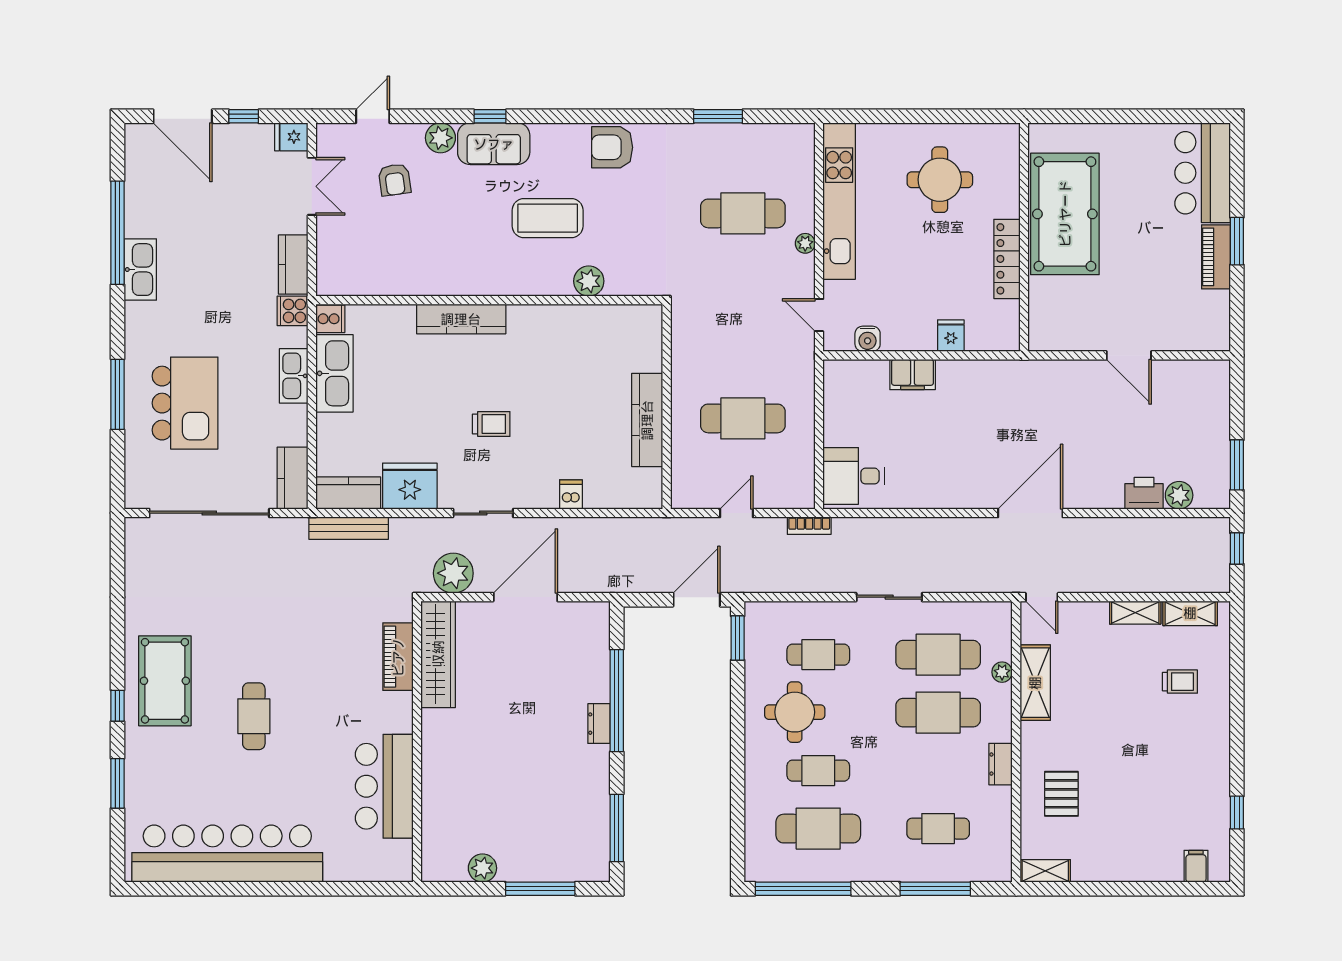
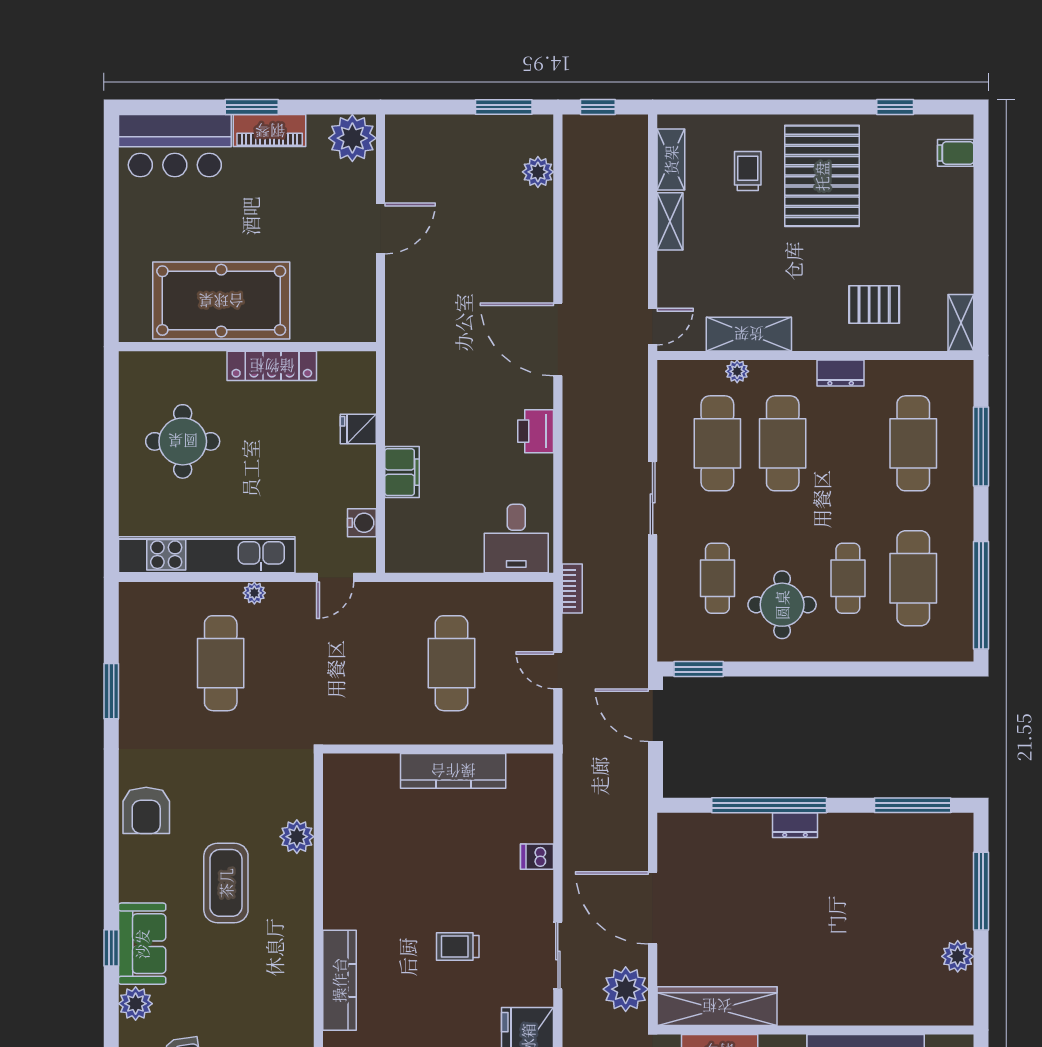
plant: (1209, 330) -> (352, 138), added
trolley: (491, 424) -> (458, 946), turned -90
printer: (1144, 493) -> (536, 431), moved
pallet: (1176, 748) -> (822, 176), added
cafe table: (938, 829) -> (913, 443), width x1.37, depth x1.35

